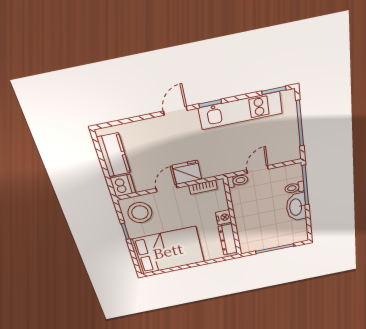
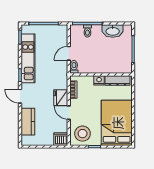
kitchen counter: (114, 155) -> (28, 122), moved, turned 90
door: (258, 170) -> (69, 53), hinge flipped
washbasin: (296, 207) -> (113, 31), moved

